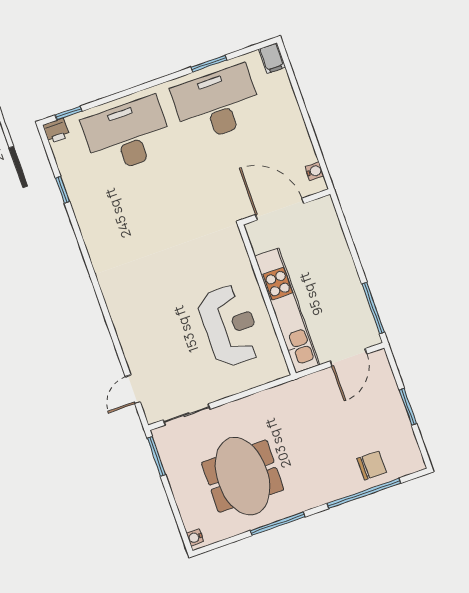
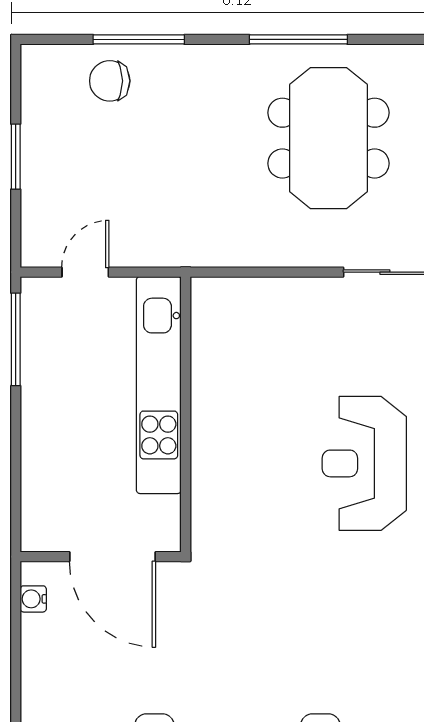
reception desk: (230, 326) -> (364, 463), moved
door: (348, 358) -> (85, 272), width x0.73
window: (364, 493) -> (139, 39), width x0.68

